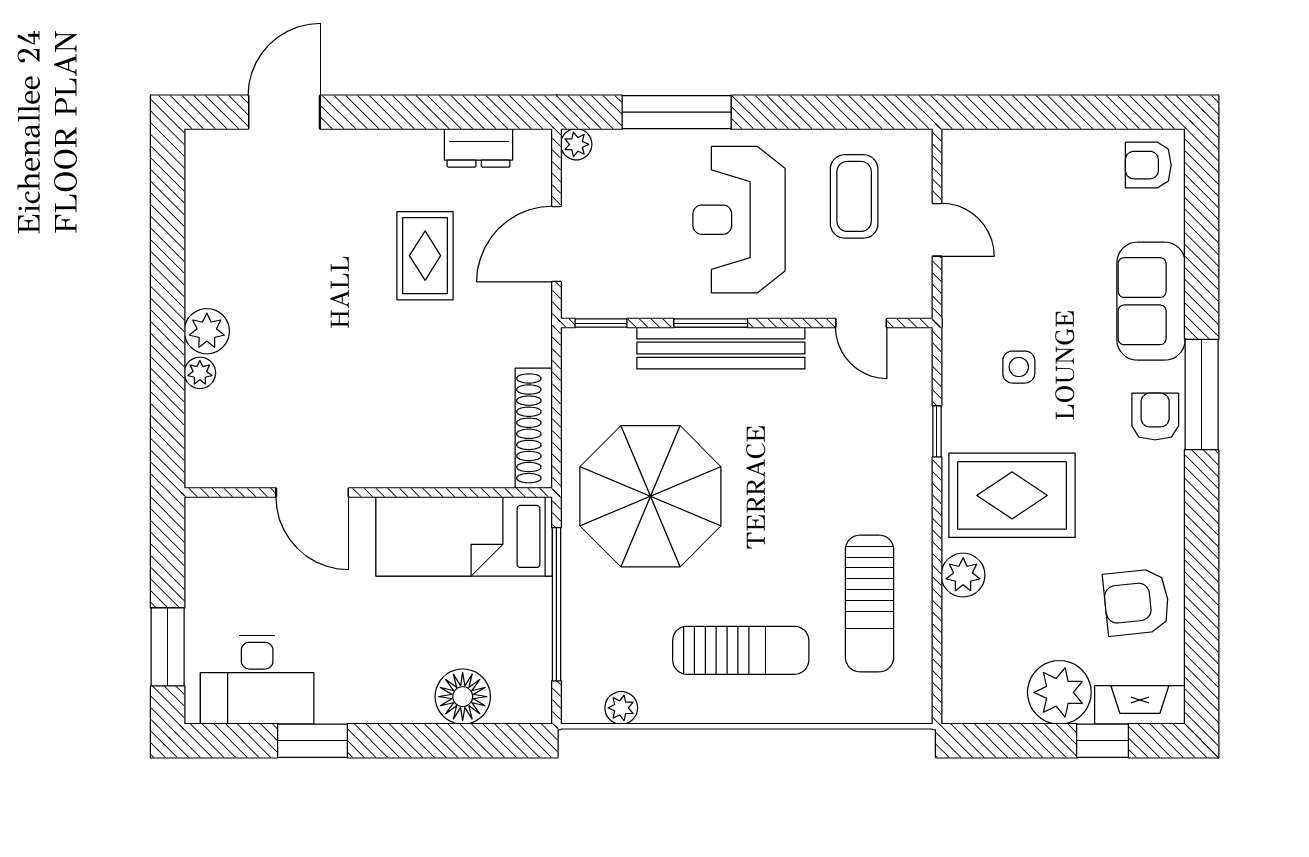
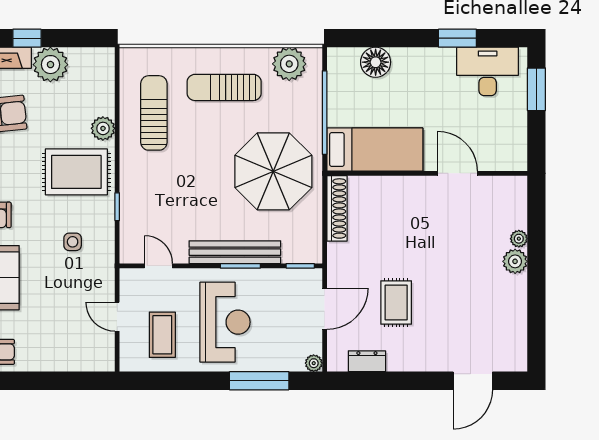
plant: (621, 708) -> (289, 64), width x1.87, depth x1.87

